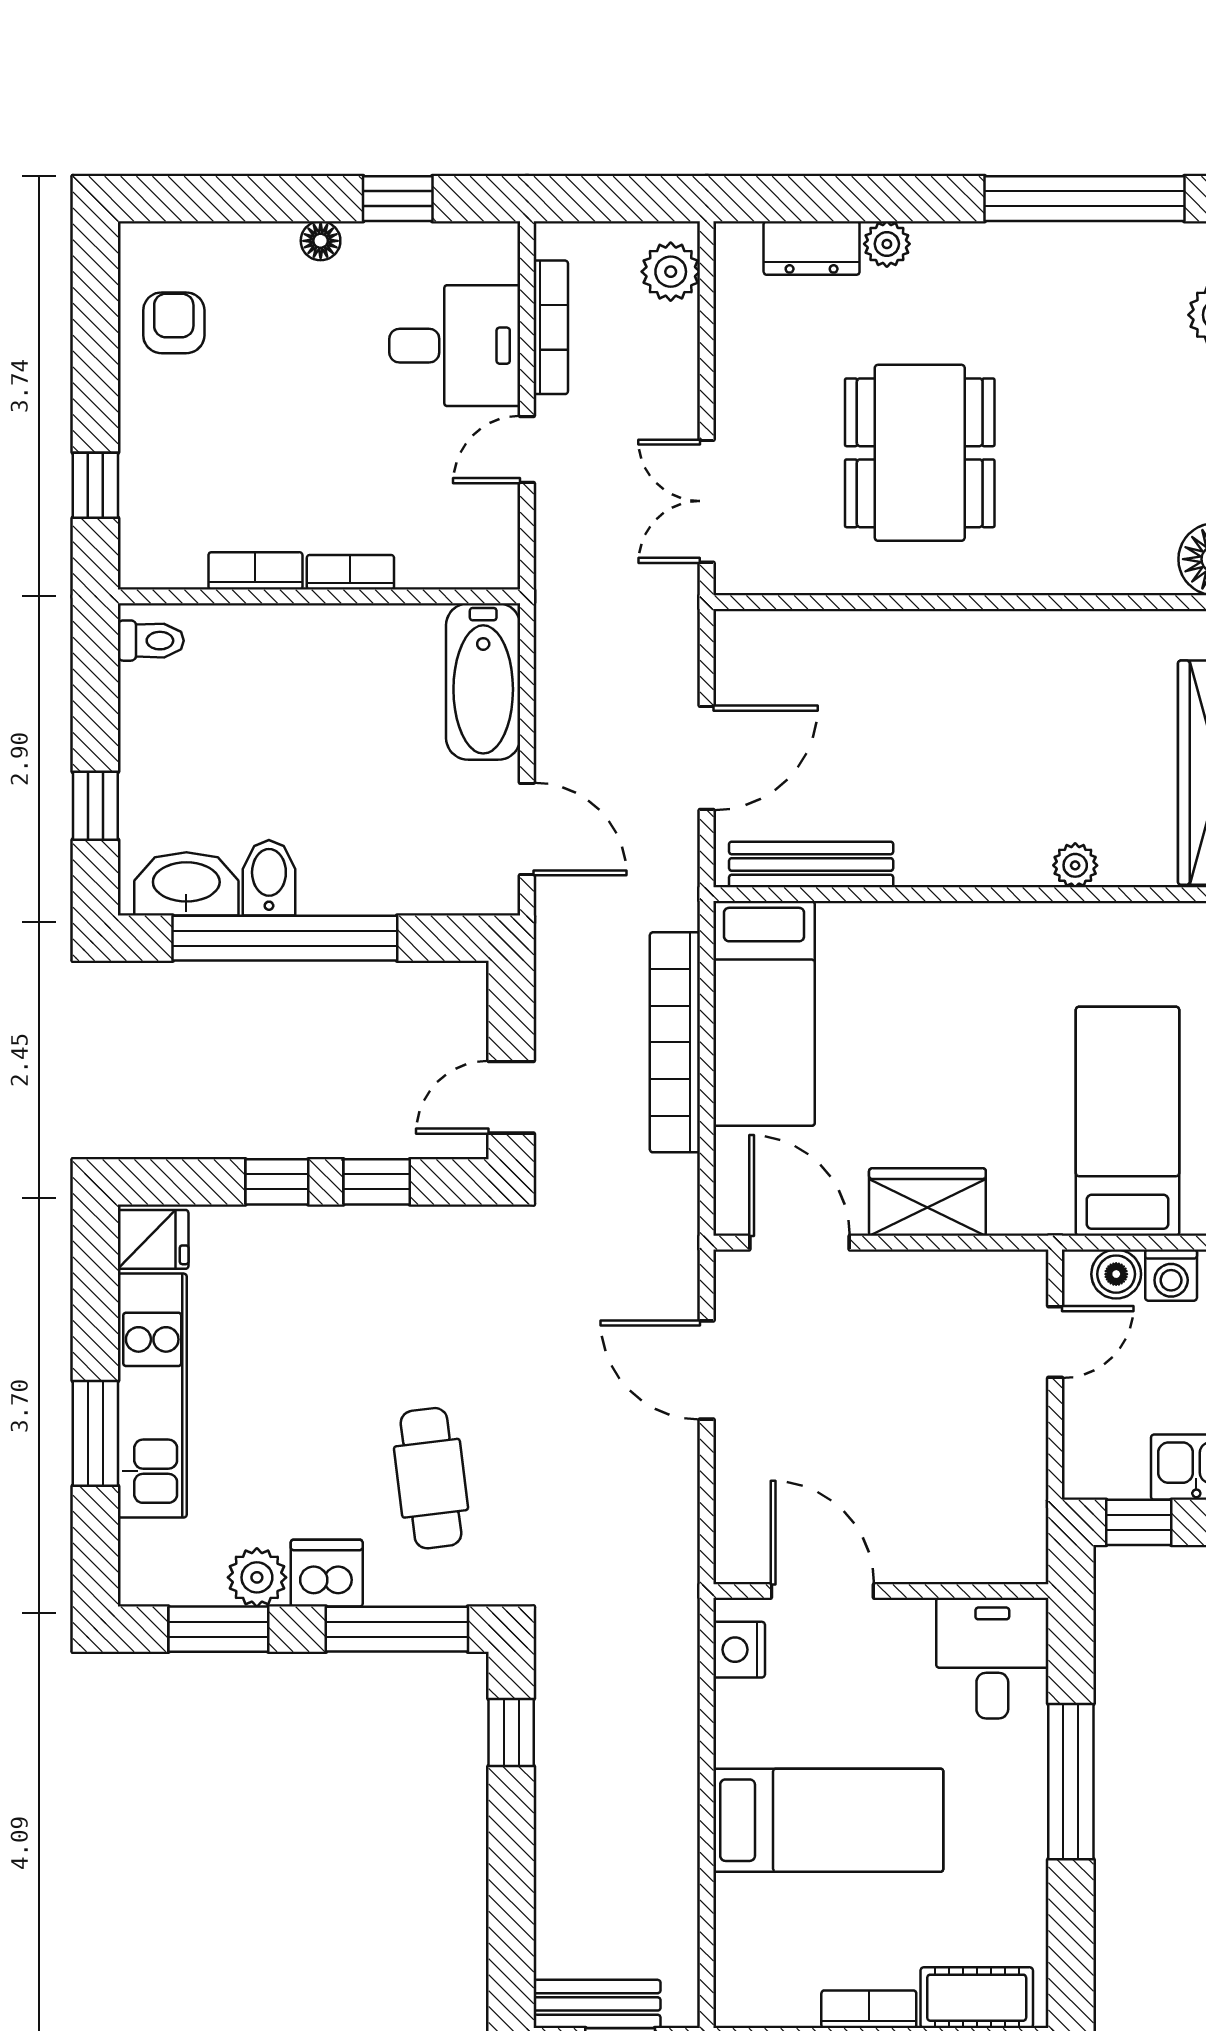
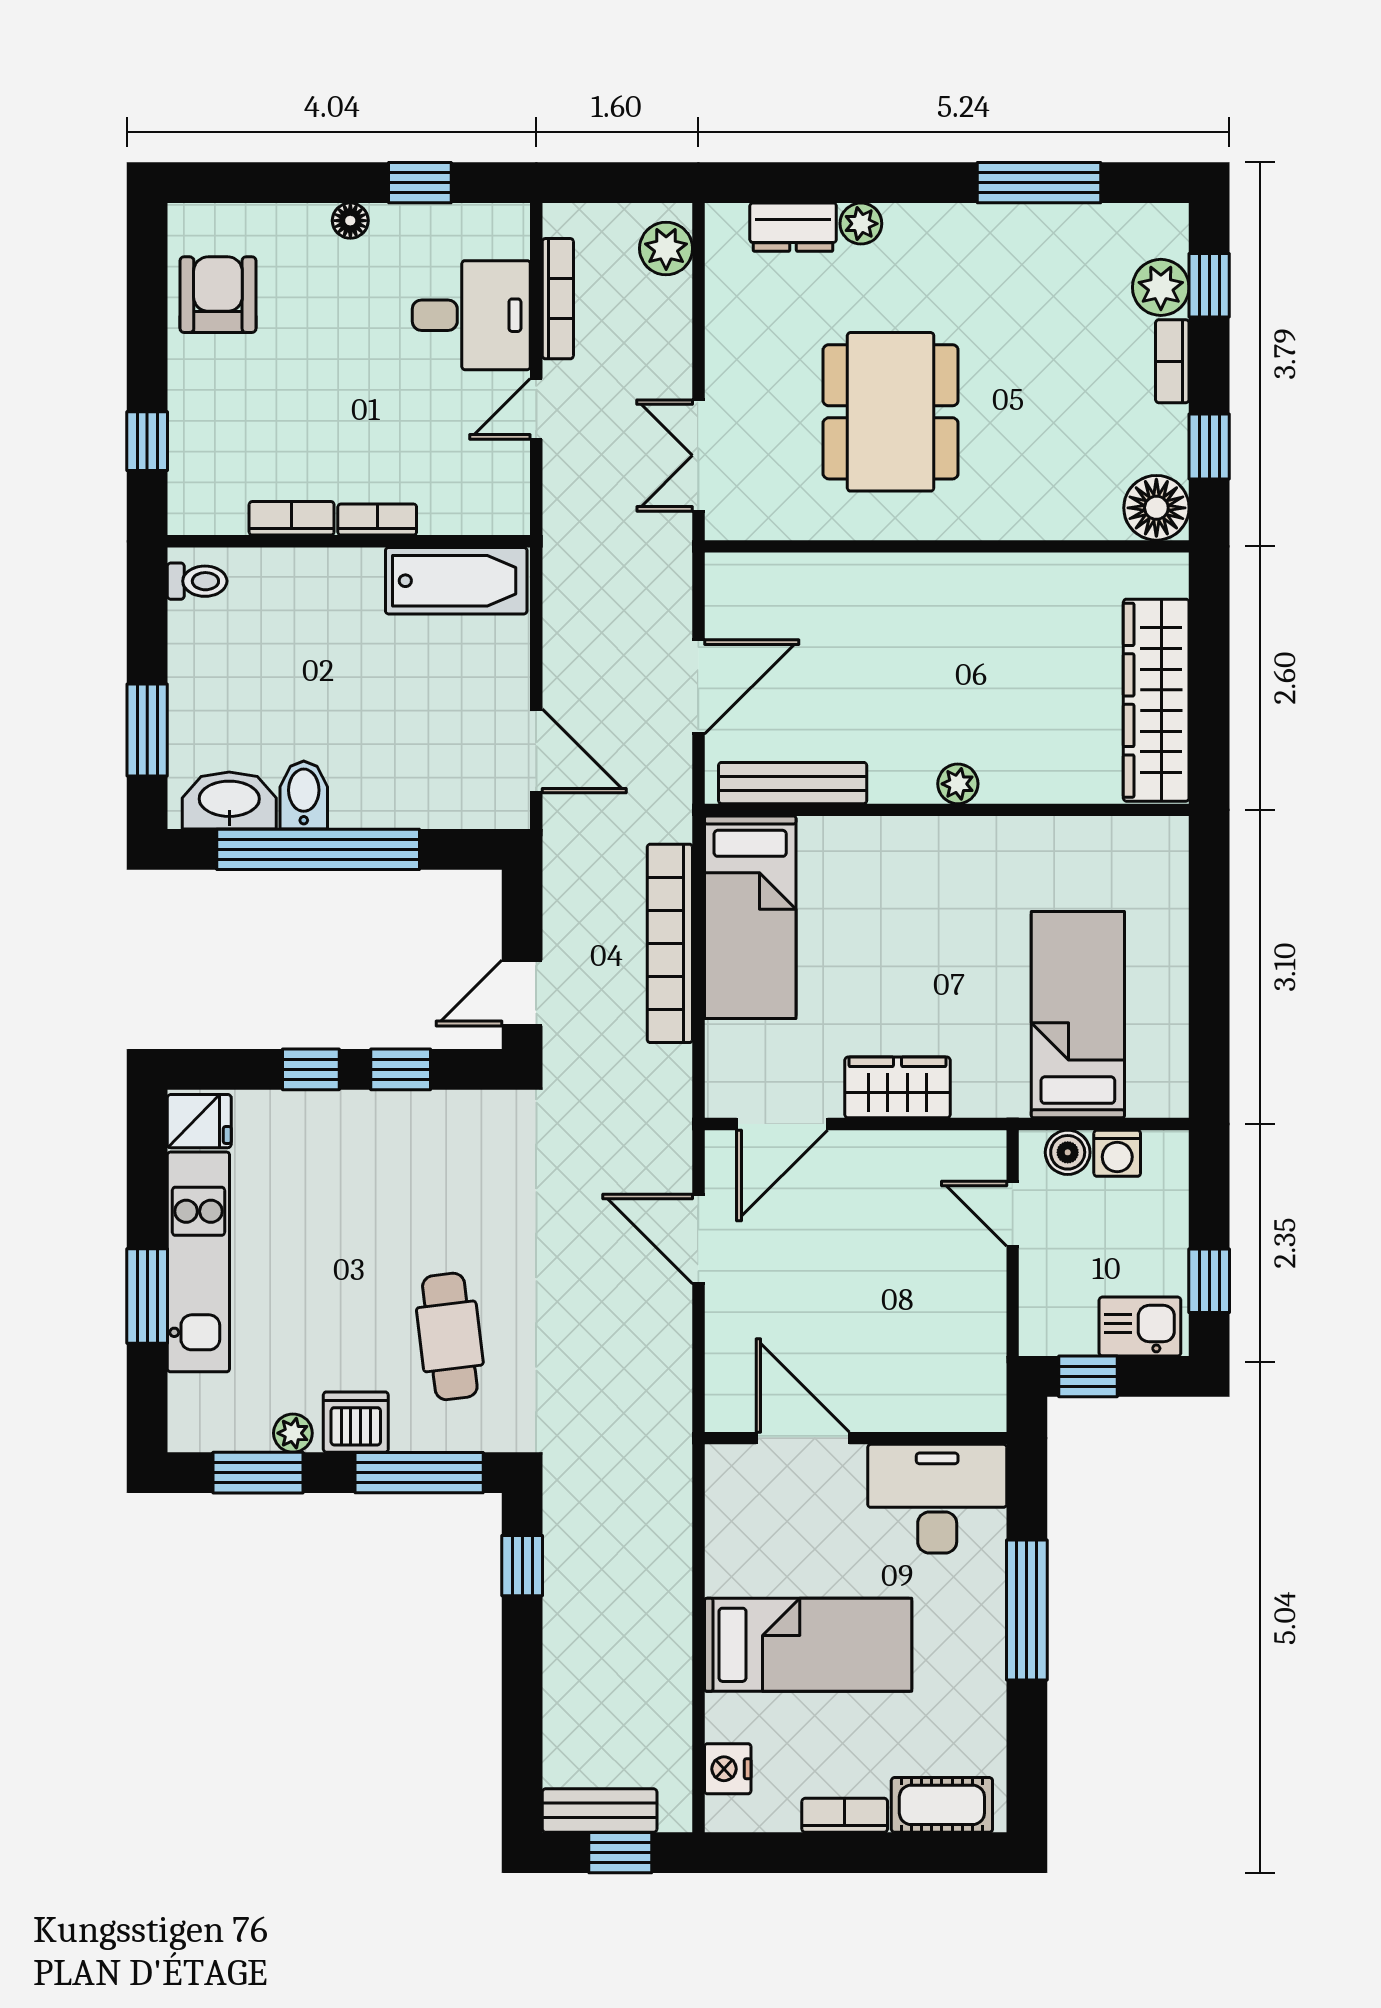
window: (1084, 199) -> (1039, 183), width x0.68
armchair: (174, 323) -> (218, 295), width x1.38, depth x1.38
bathtub: (483, 682) -> (456, 581), moved, turned -90
window: (95, 806) -> (147, 730), width x1.50
plant: (1075, 865) -> (958, 784), moved
door: (799, 1243) -> (782, 1124), swing flipped
door: (1055, 1342) -> (1013, 1214), swing flipped
plant: (257, 1577) -> (293, 1433), width x0.73, depth x0.73
nightstand: (739, 1650) -> (728, 1769), moved
desk: (992, 1658) -> (937, 1499), width x1.37

